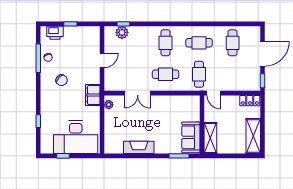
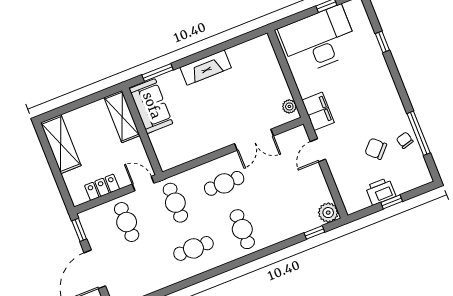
plant: (122, 32) -> (328, 213), moved
printer: (55, 33) -> (381, 191), moved
cafe table: (233, 43) -> (127, 222), moved
door: (102, 60) -> (318, 150), moved
chair: (62, 80) -> (376, 149), moved
double door: (138, 93) -> (254, 140), swing flipped
locker: (250, 101) -> (102, 187), moved
fireplace: (139, 147) -> (206, 68), moved

